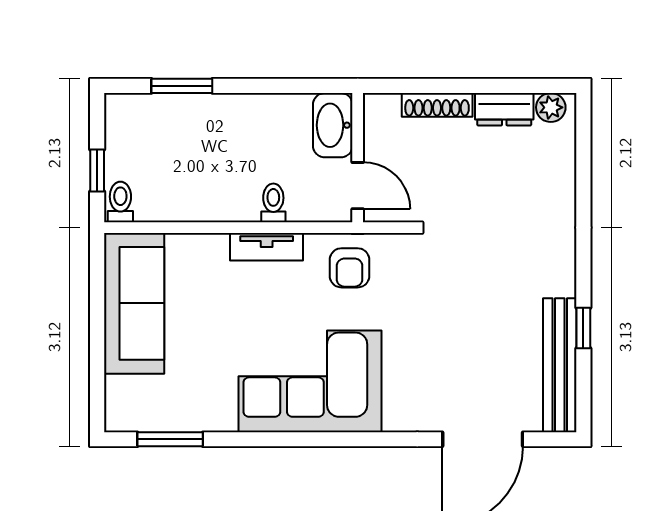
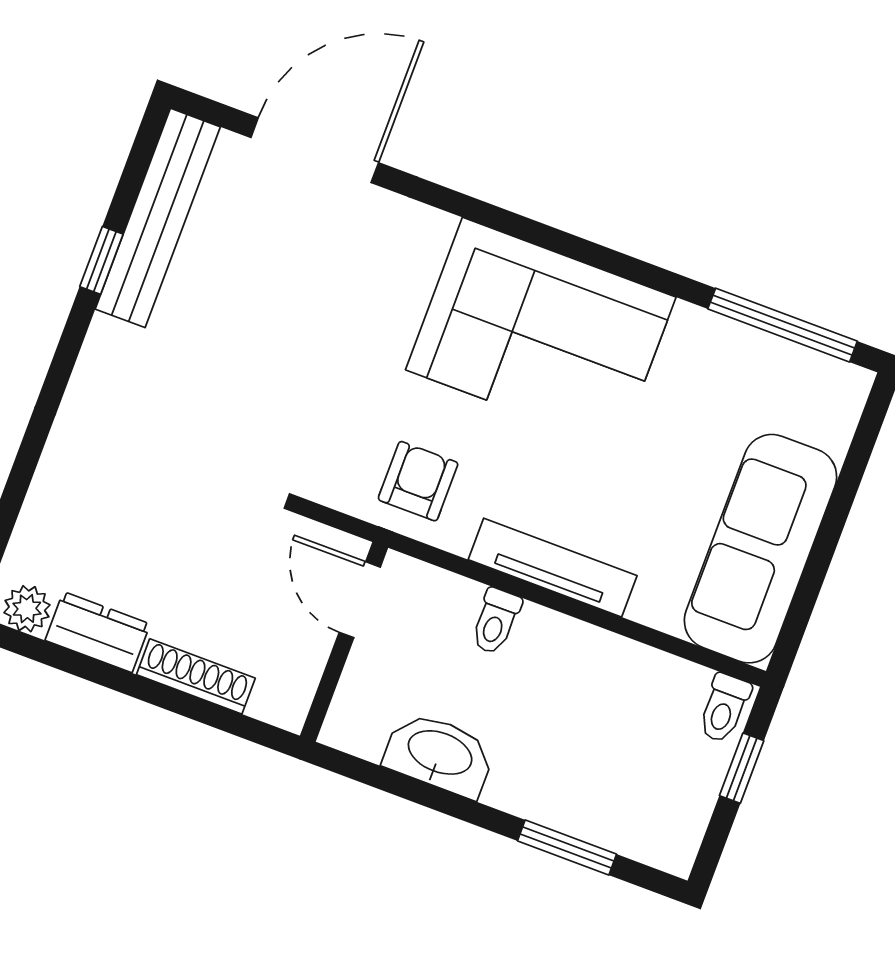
washbasin: (333, 125) -> (439, 754), moved, turned -90
tv unit: (267, 247) -> (553, 568), width x1.41
window: (170, 439) -> (783, 325), width x1.44

